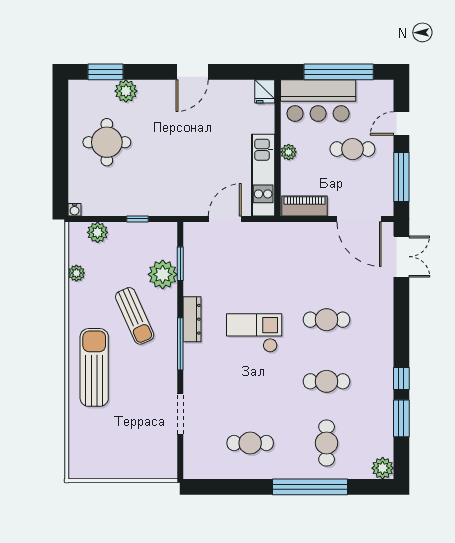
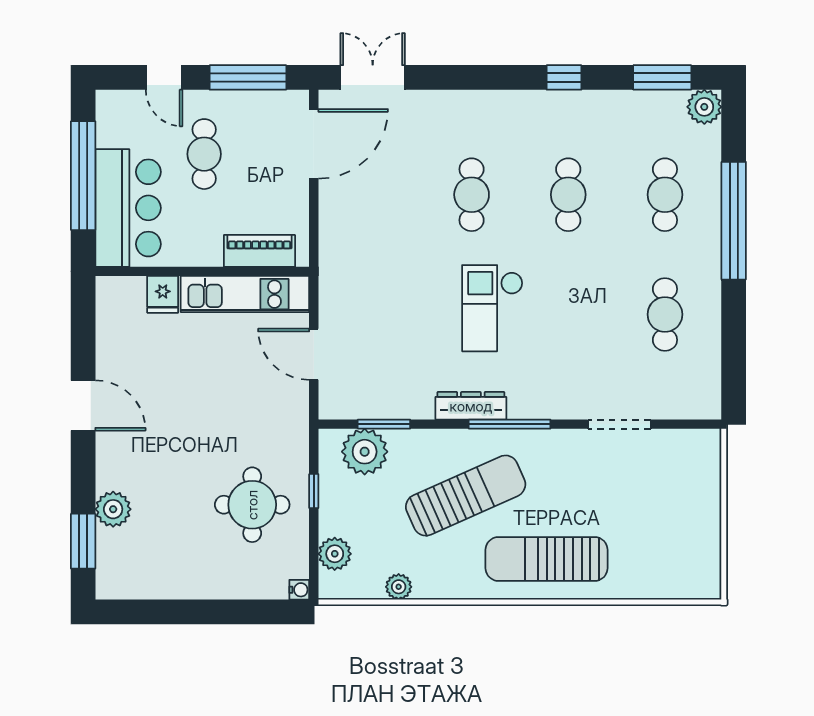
fridge: (265, 91) -> (163, 294), moved, turned 90
round table: (107, 142) -> (252, 505), moved
plant: (289, 152) -> (209, 254), removed
piano: (304, 206) -> (259, 251), moved, turned 90
plant: (163, 274) -> (365, 452), moved
sun lounger: (135, 316) -> (466, 496), width x1.36, depth x1.34
window: (401, 418) -> (662, 77), moved
cafe table: (327, 443) -> (665, 195), turned 90

